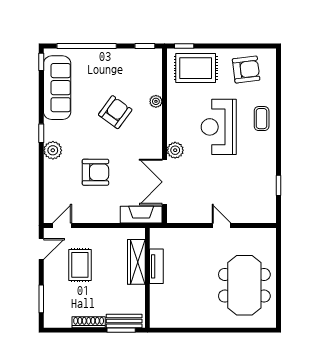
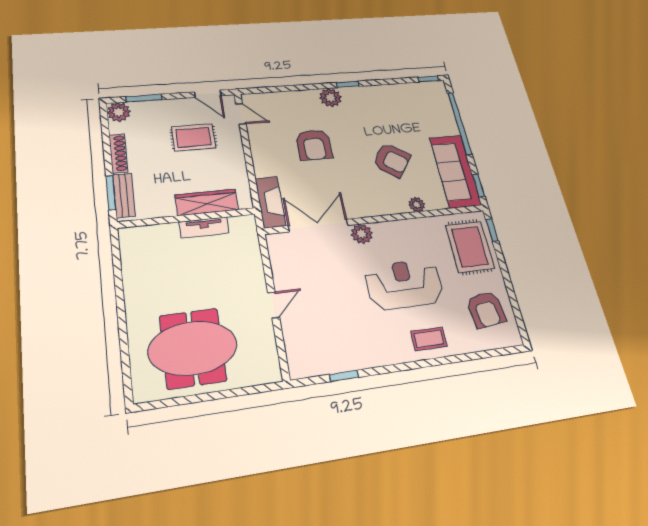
sofa: (57, 88) -> (455, 171), moved, turned 90
plant: (52, 319) -> (119, 112), added

